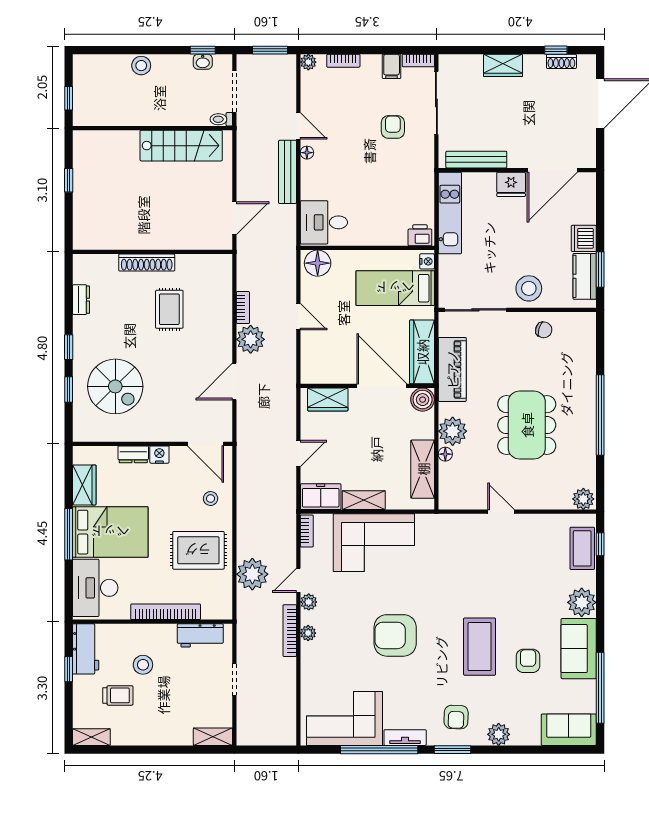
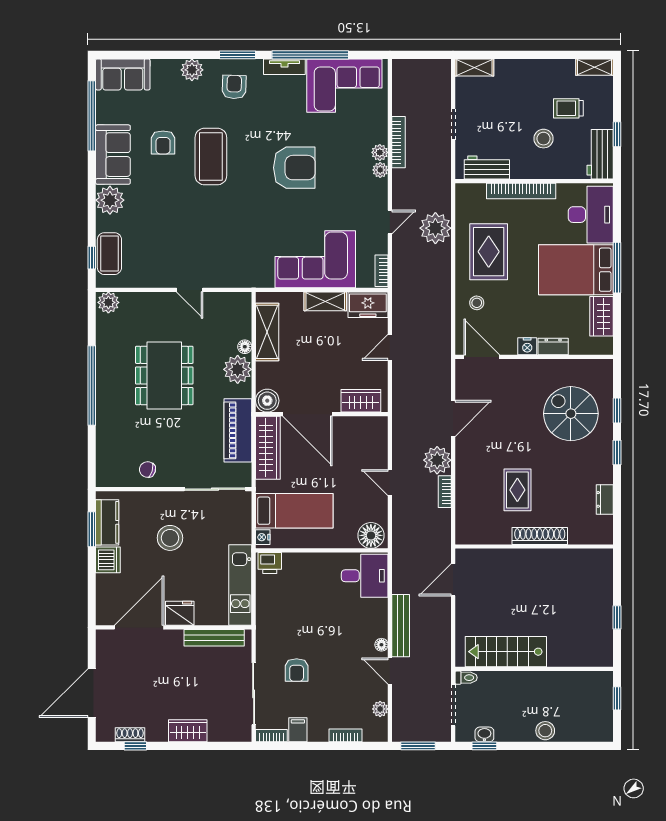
plant: (308, 62) -> (380, 709), moved
stool: (529, 288) -> (170, 538), moved
rug: (198, 550) -> (489, 252), turned 90
plant: (309, 602) -> (380, 152), moved
bookcase: (290, 631) -> (398, 142), moved

